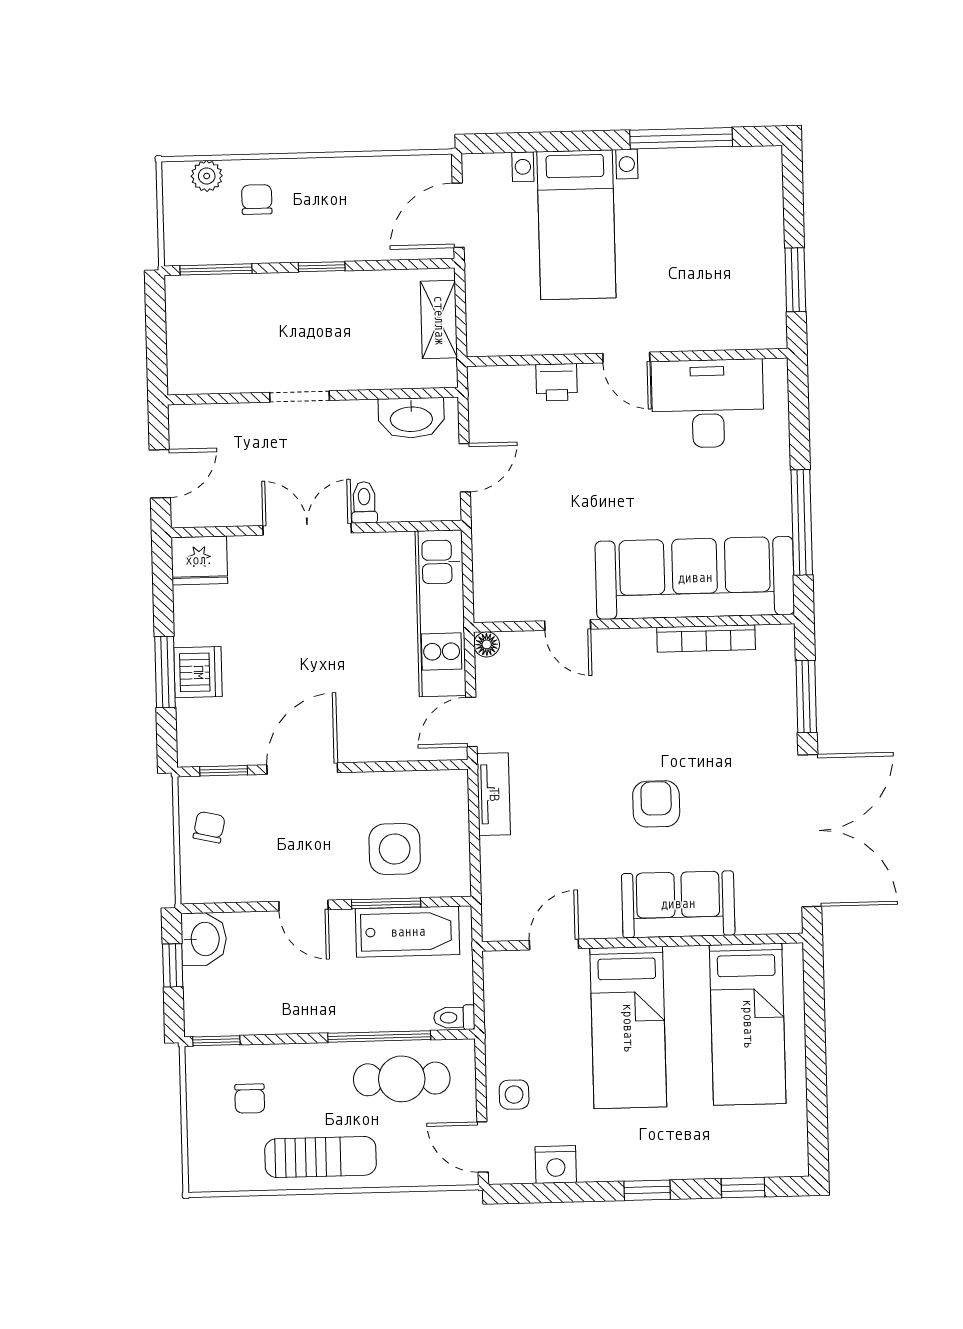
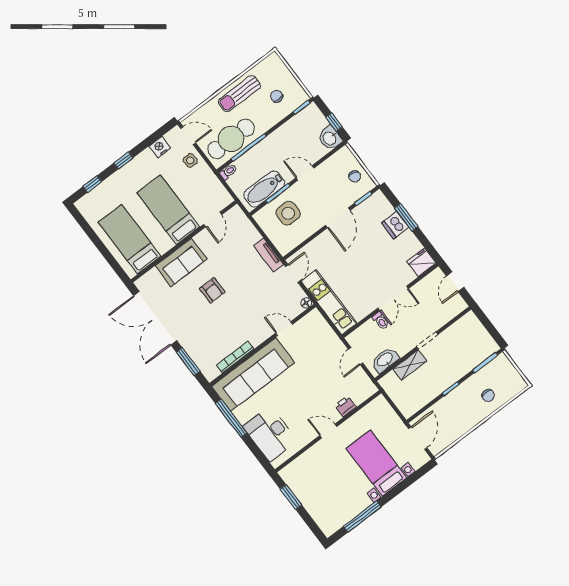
plant: (207, 176) -> (510, 391), removed
shelving: (439, 320) -> (410, 365), moved, turned 90
desk: (708, 404) -> (270, 434), moved, turned 90
cafe table: (402, 1079) -> (231, 139), width x1.37, depth x1.35

